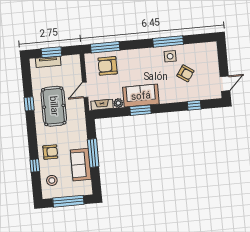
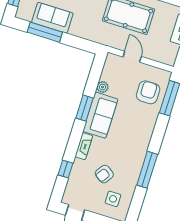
side table: (170, 56) -> (113, 199), moved
fireplace: (102, 105) -> (84, 146), moved
window: (93, 153) -> (45, 32), moved

